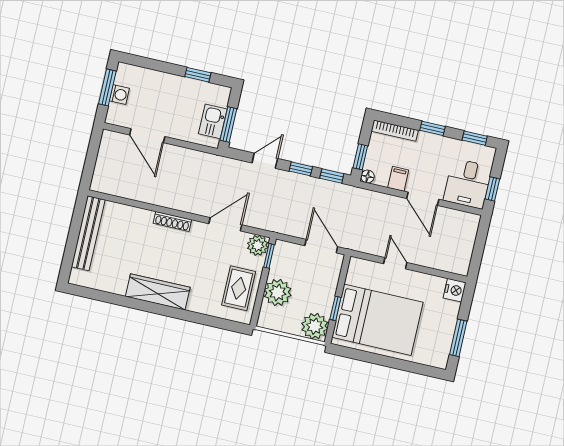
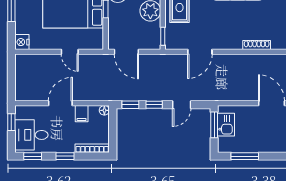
window: (198, 75) -> (245, 156), width x1.50
window: (360, 157) -> (113, 123), removed
desk: (468, 184) -> (31, 135), moved, turned -90
door: (423, 199) -> (60, 103), hinge flipped
shoe rack: (172, 221) -> (257, 45), moved
plant: (258, 245) -> (173, 42), removed

